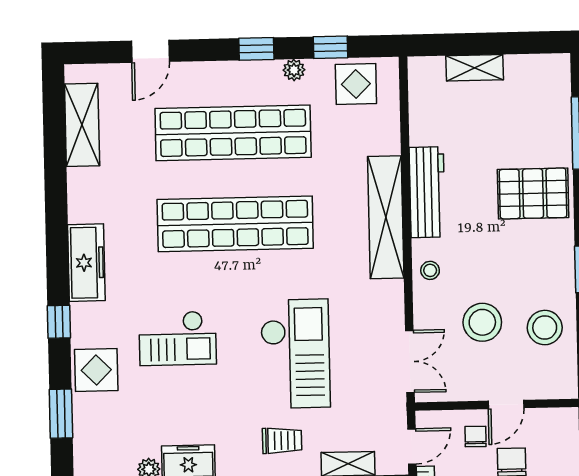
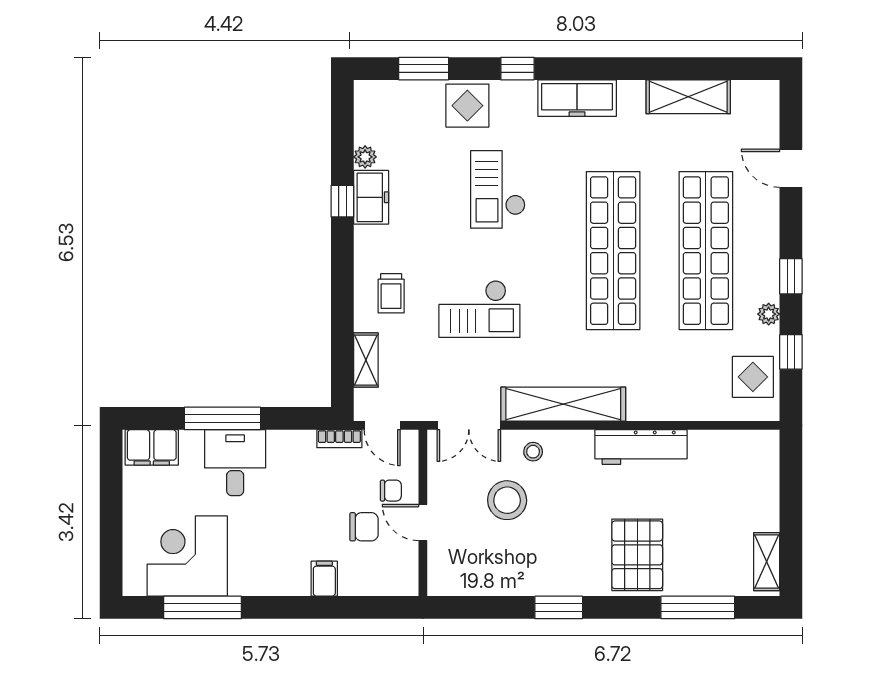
shelving: (475, 68) -> (767, 562), moved
shelving: (82, 125) -> (688, 97), moved
shelving: (386, 217) -> (563, 404), moved
stool: (430, 270) -> (533, 452), moved
stool: (545, 328) -> (500, 564), removed
checkout: (295, 354) -> (479, 309), width x0.73, depth x0.83

